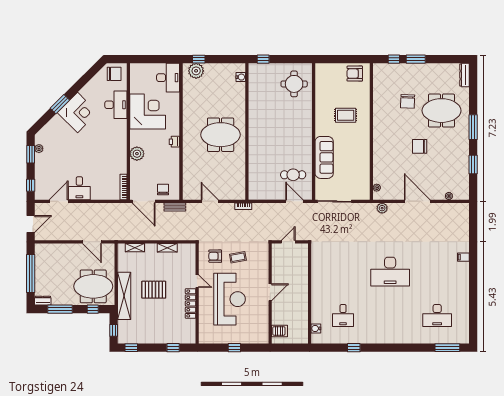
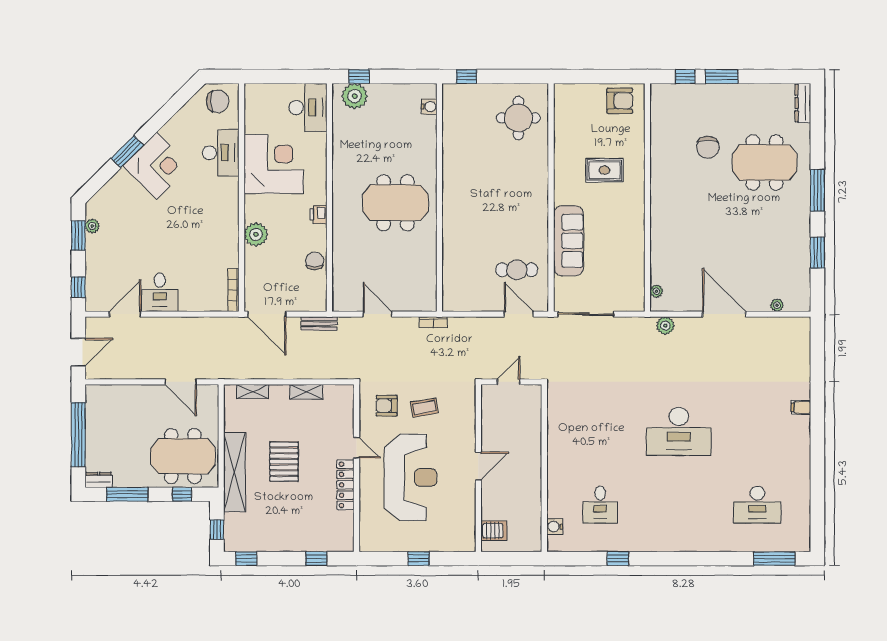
armchair: (355, 74) -> (620, 101), turned 180
chair: (420, 146) -> (728, 222), removed
chair: (163, 190) -> (315, 261), moved
pallet: (154, 290) -> (284, 462), turned 90

